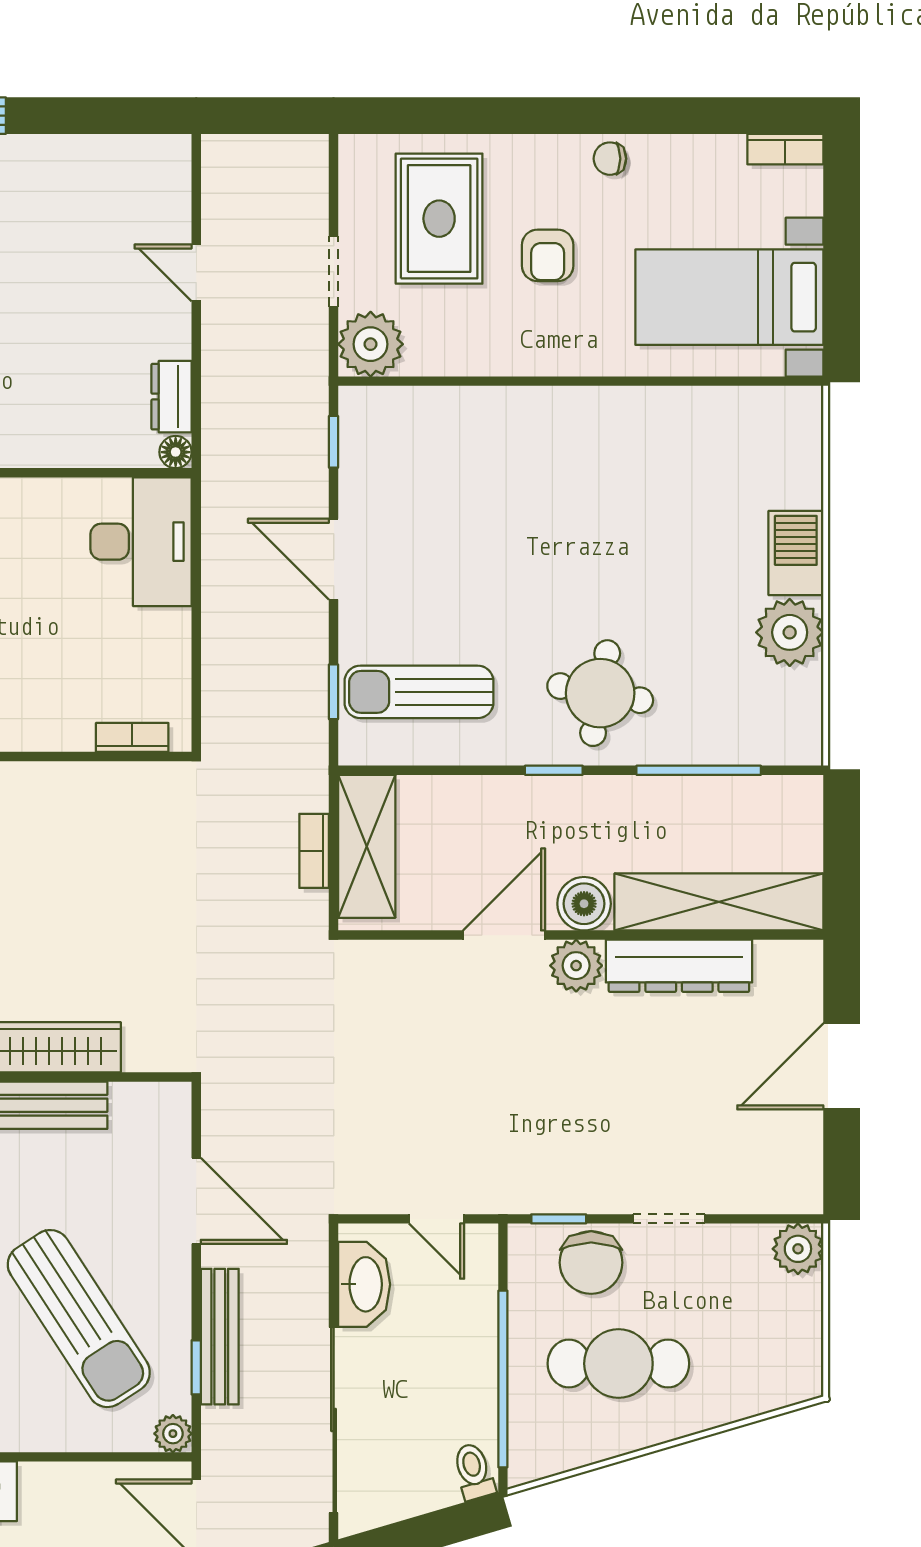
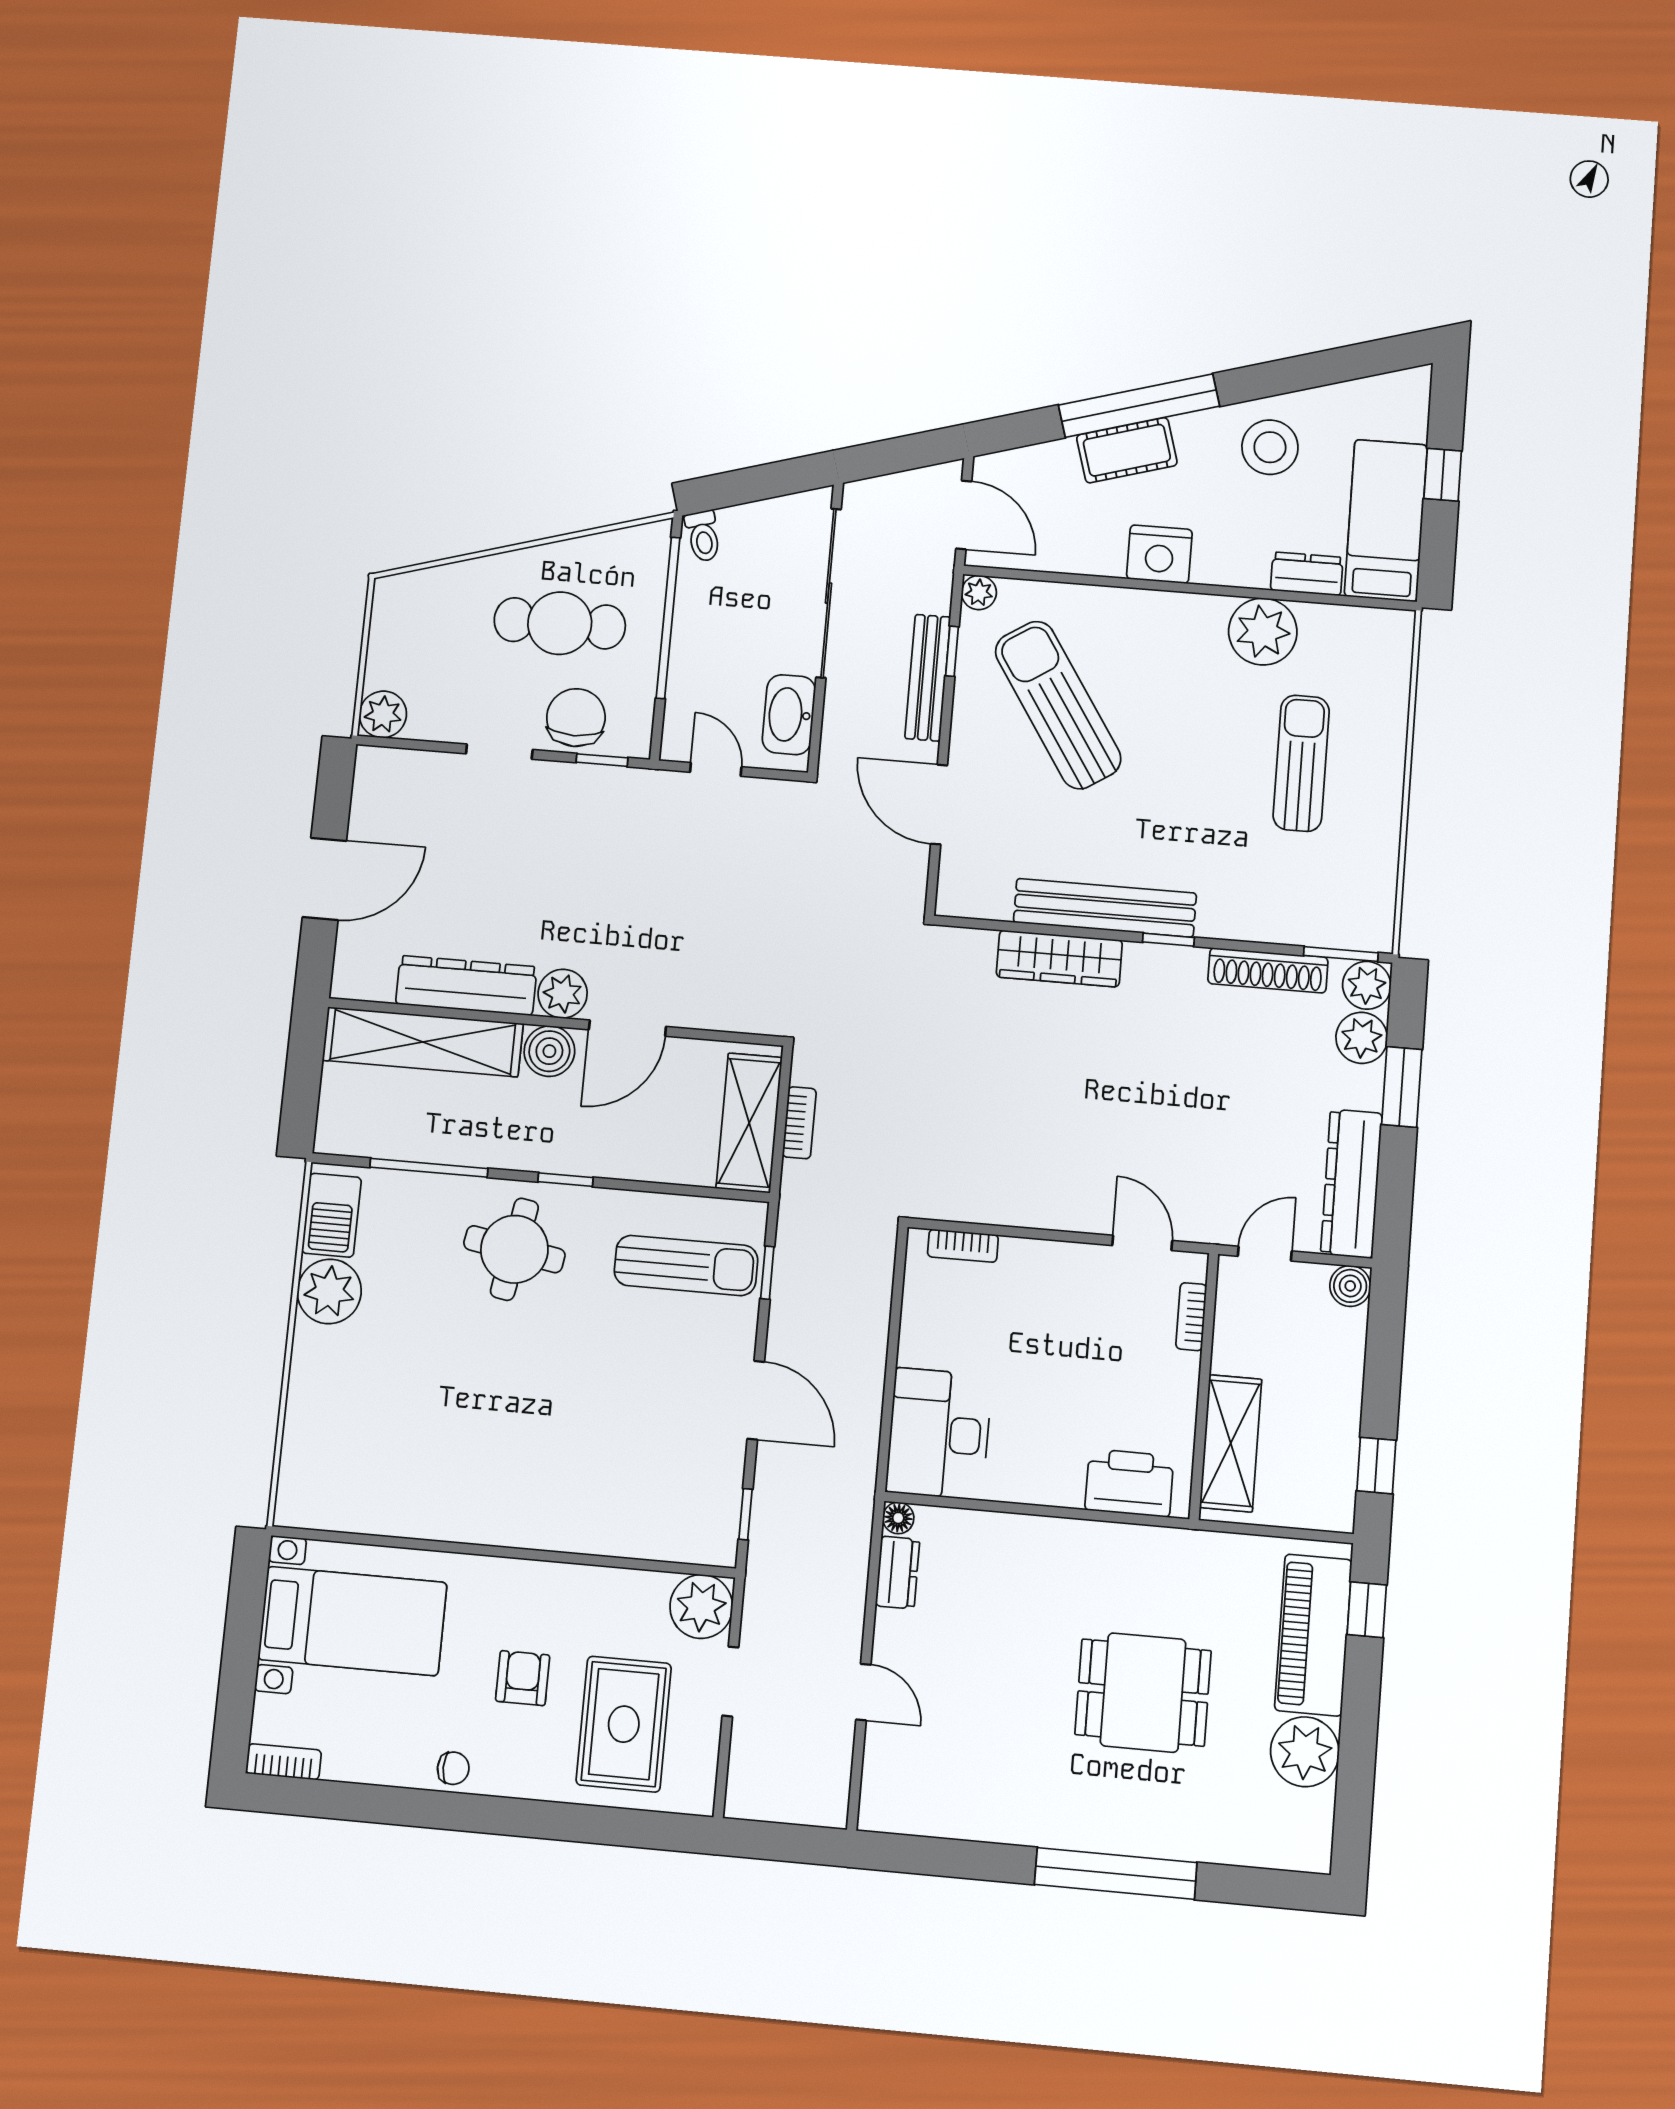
barbecue: (796, 553) -> (332, 1215), moved

